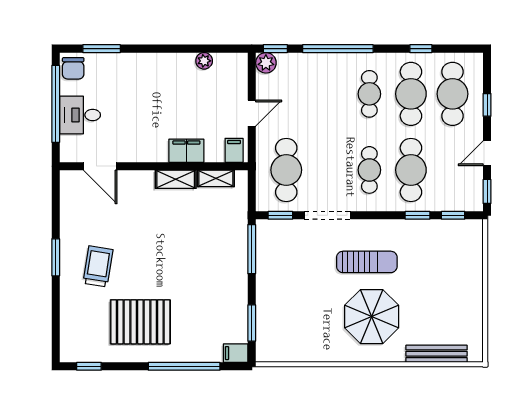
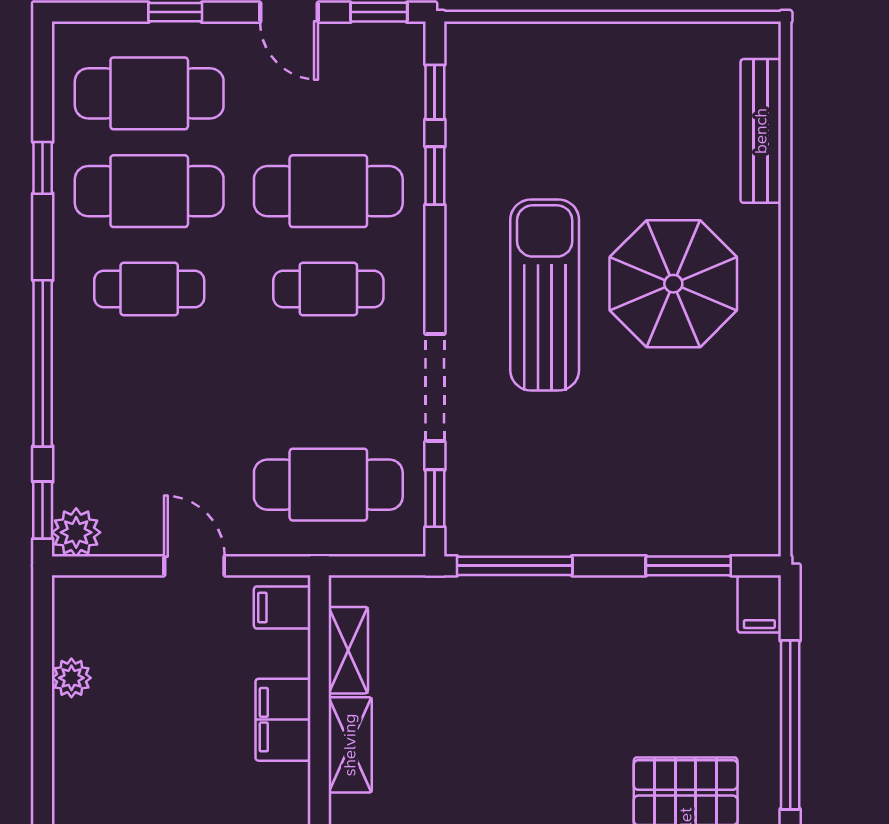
sun lounger: (367, 262) -> (545, 295), width x1.36, depth x1.34

